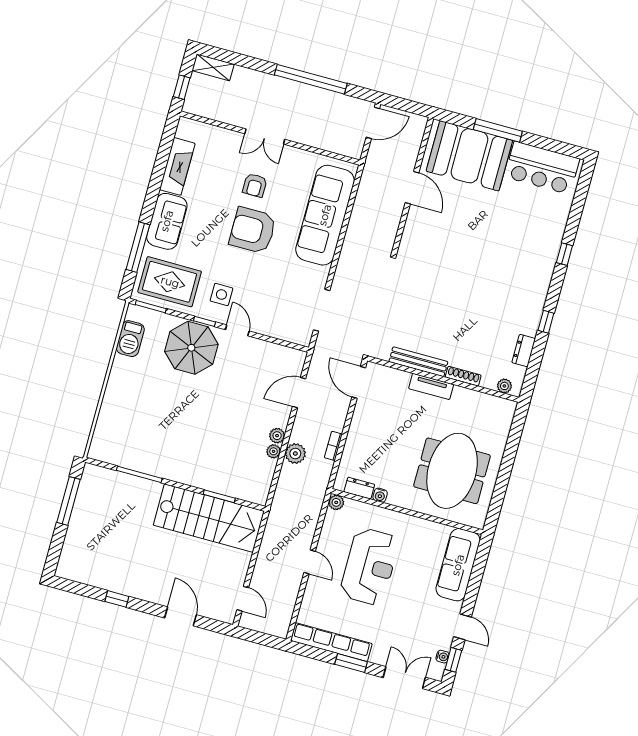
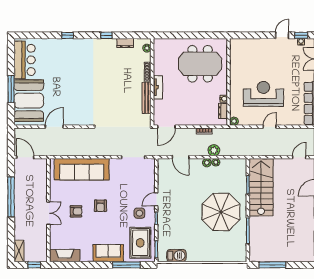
fireplace: (177, 166) -> (65, 256), moved
armchair: (253, 230) -> (100, 206), width x0.53, depth x0.53
parasol: (191, 348) -> (221, 212), moved, width x1.36, depth x1.36
sofa: (458, 565) -> (250, 47), removed

